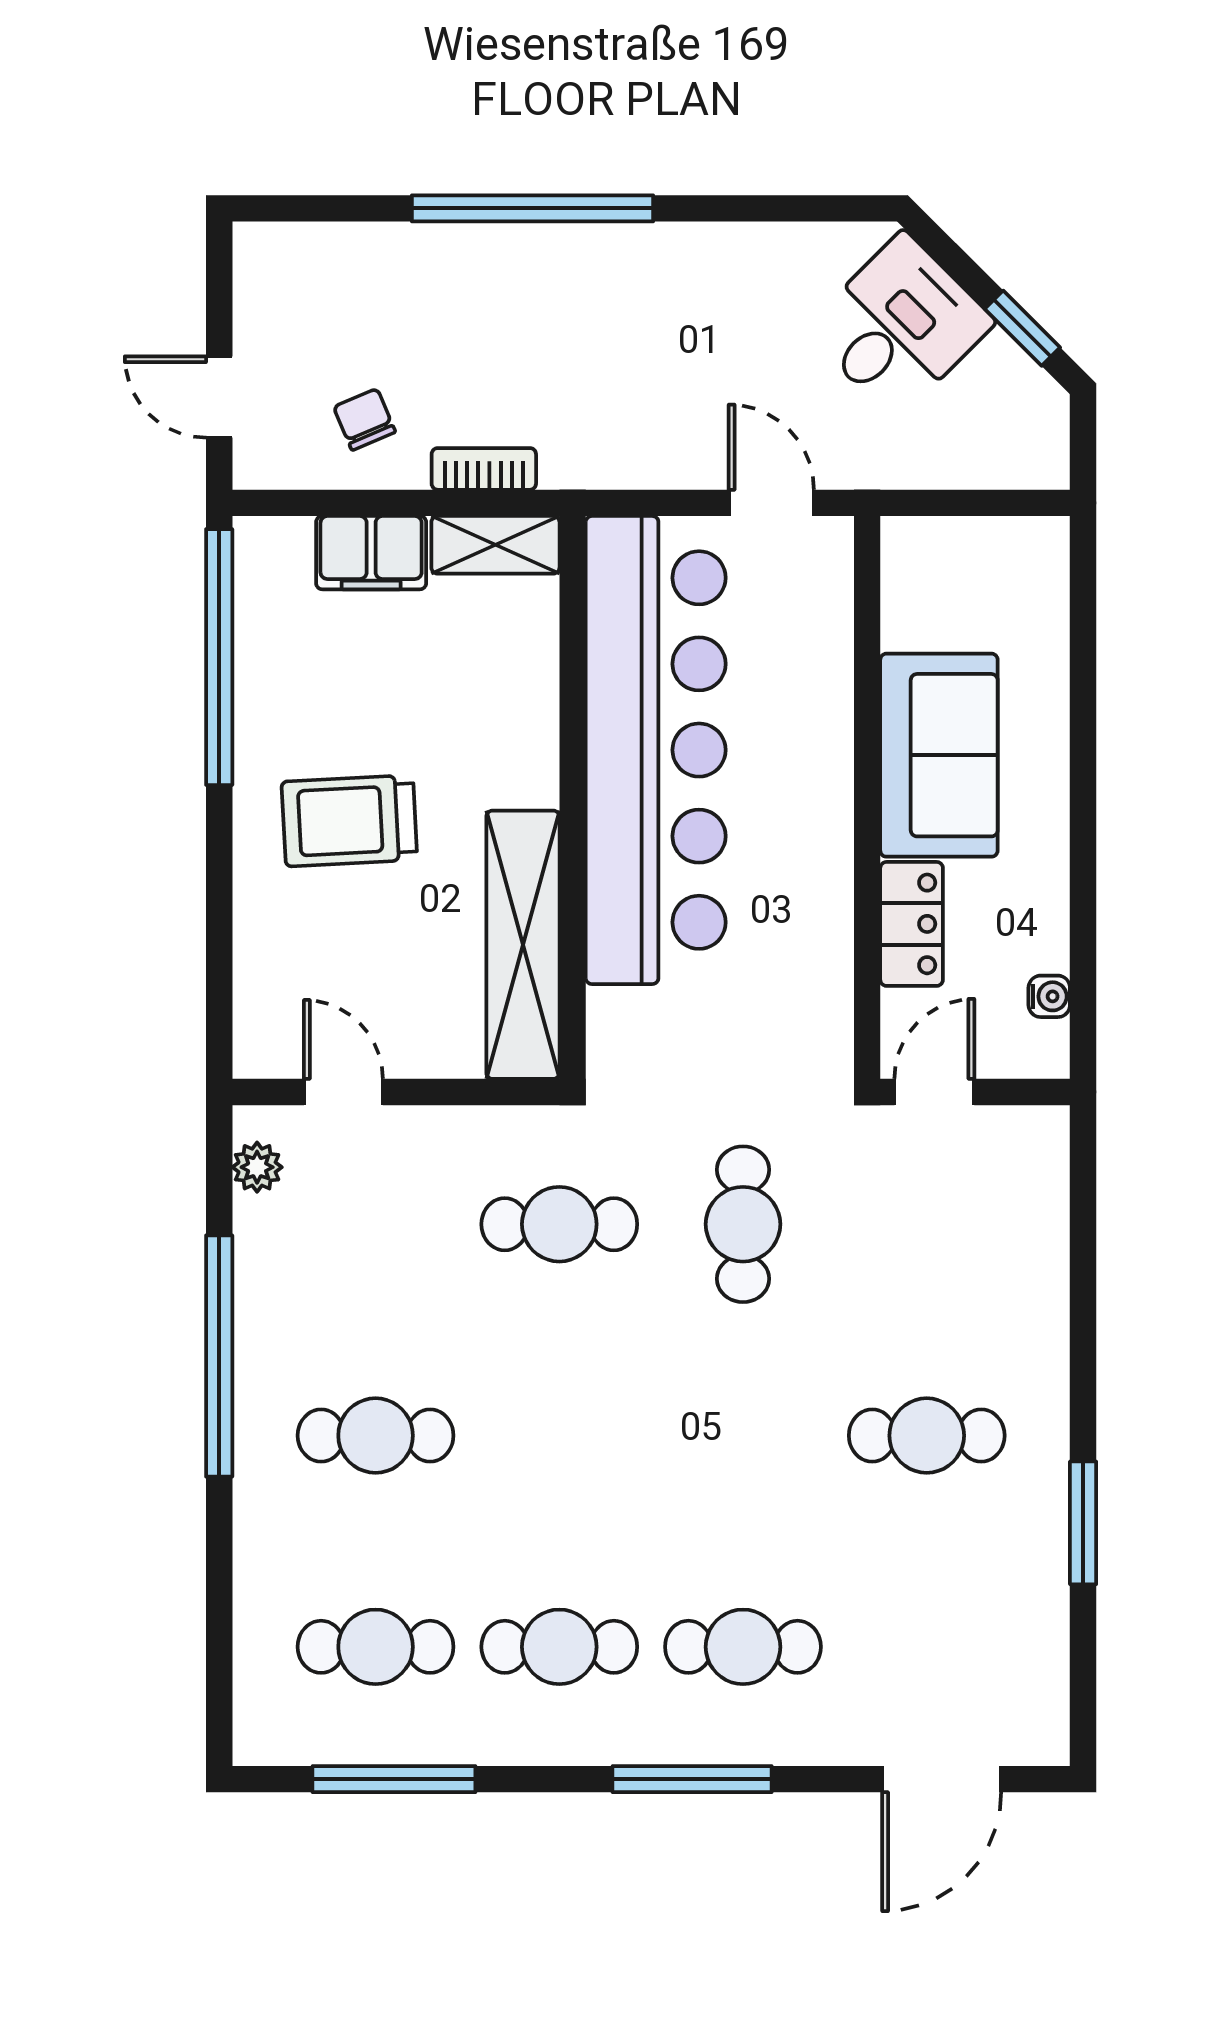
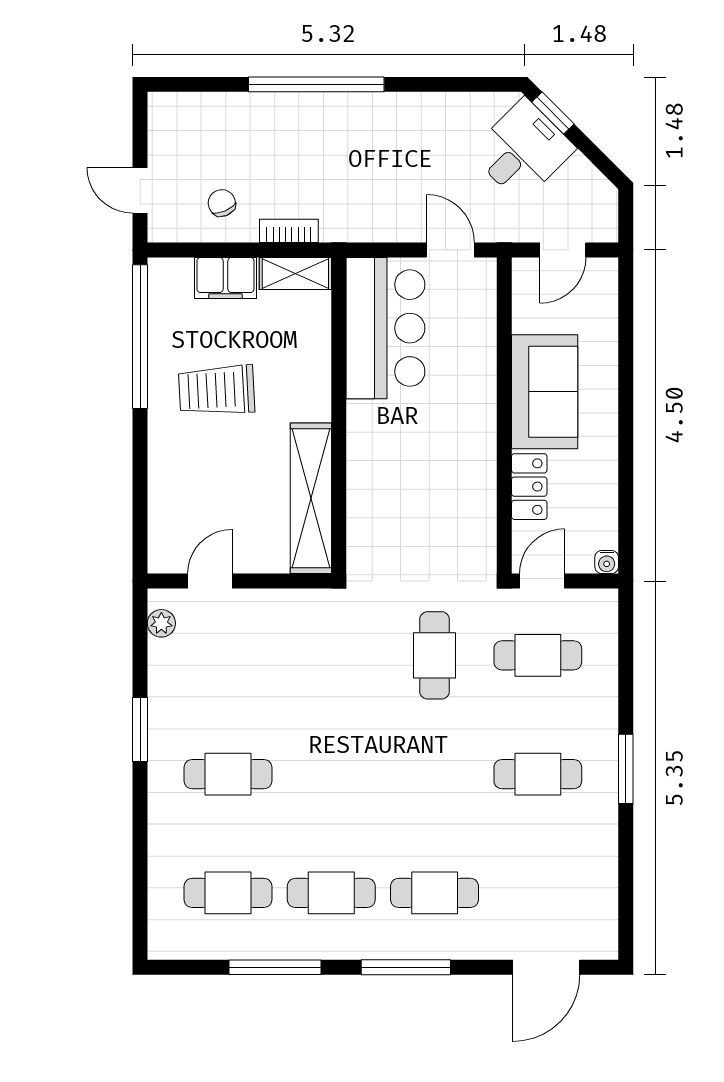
window: (1022, 328) -> (553, 113), moved
door: (971, 503) -> (563, 250), added
bar counter: (656, 750) -> (385, 328), width x0.54
trolley: (349, 821) -> (217, 390), moved
water cooler: (1049, 996) -> (607, 562), moved, turned 90
door: (343, 1092) -> (210, 581), hinge flipped
cafe table: (559, 1224) -> (538, 655), moved
window: (219, 1356) -> (140, 729), width x0.47
window: (1083, 1523) -> (626, 769), moved
window: (394, 1779) -> (275, 967), moved

